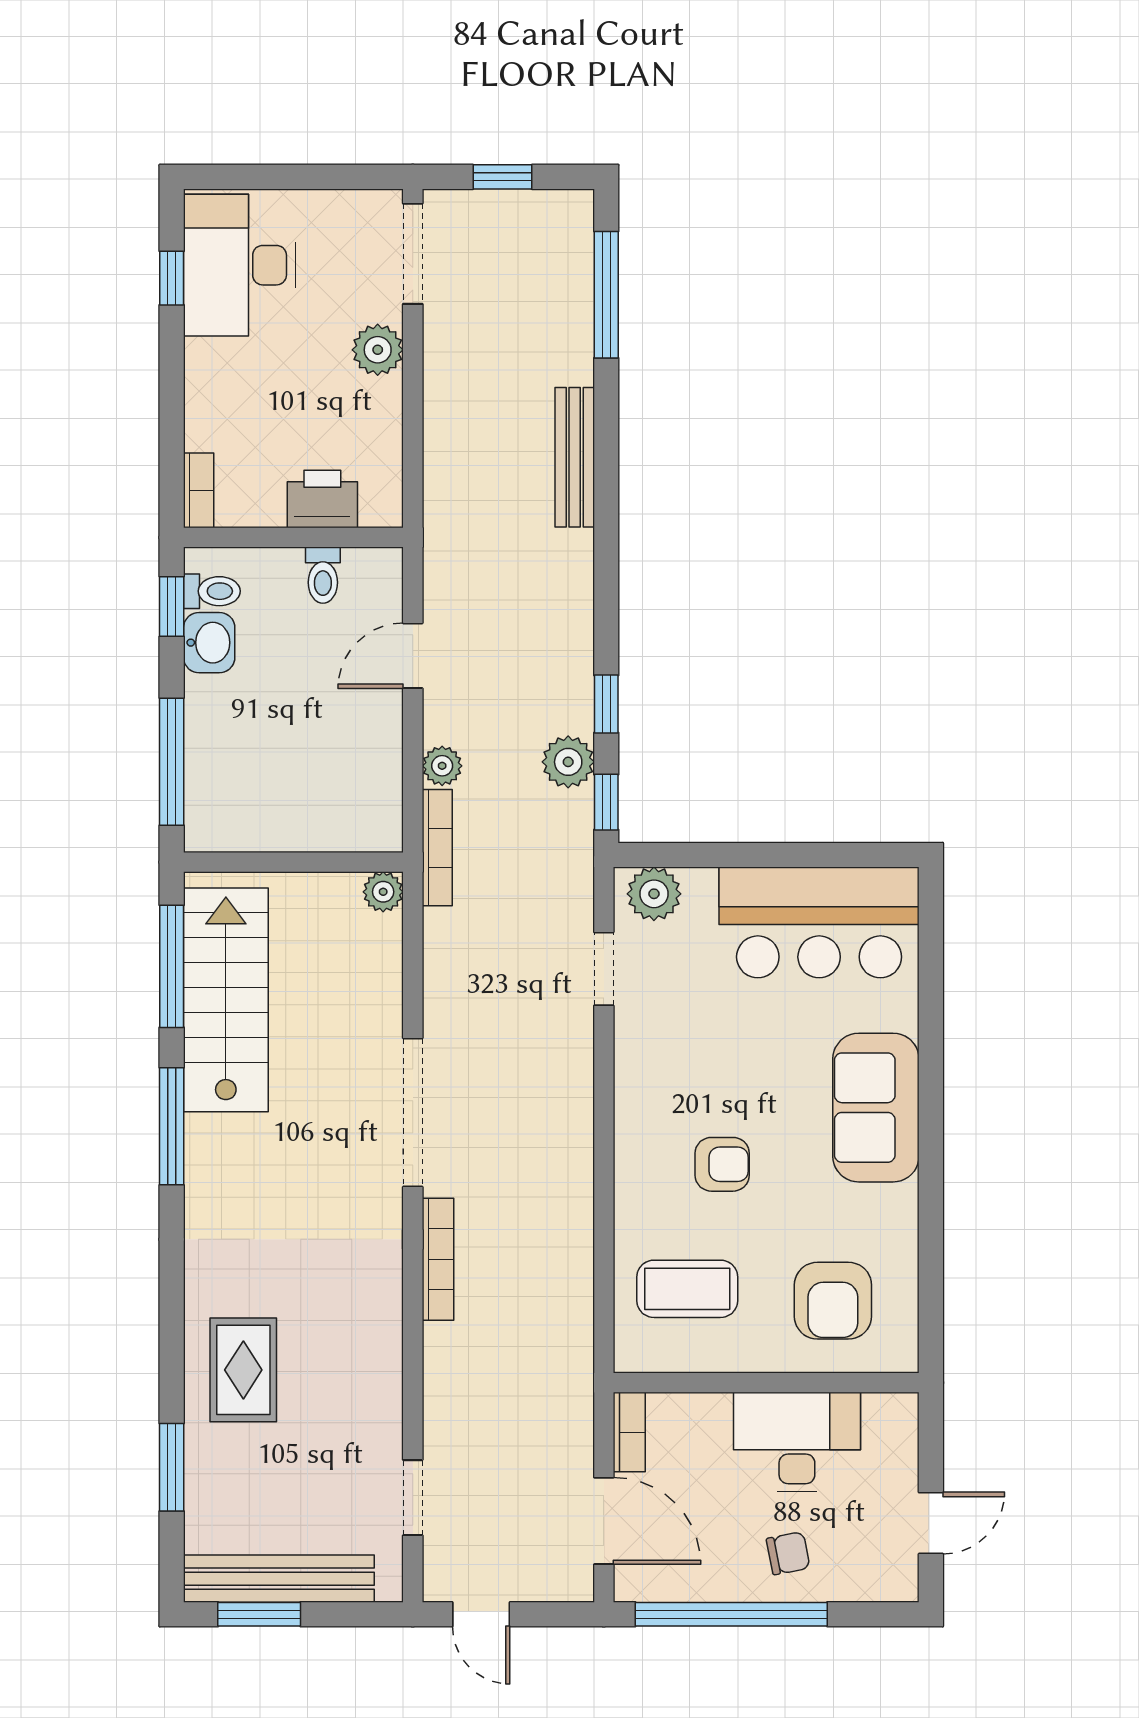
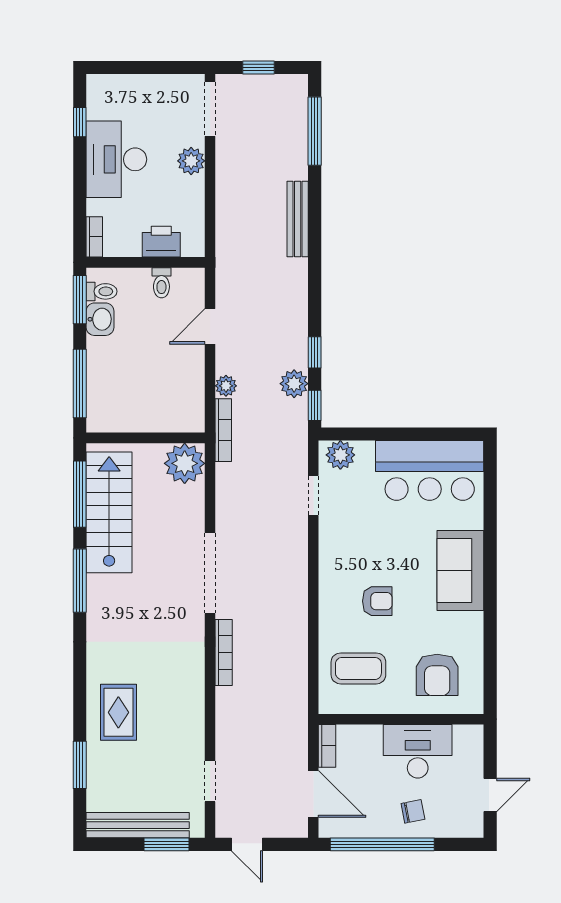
desk: (239, 265) -> (116, 159), moved
window: (172, 607) -> (80, 300), width x1.50
plant: (383, 892) -> (185, 463), width x1.88, depth x1.88
window: (259, 1614) -> (167, 844), moved

